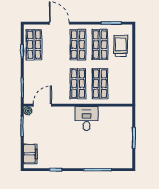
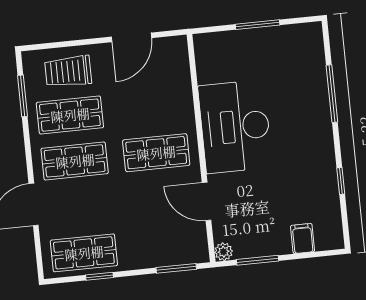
door: (134, 77) -> (131, 37), added
shop shelf: (100, 84) -> (152, 107), removed
door: (42, 105) -> (207, 201), moved
desk: (86, 119) -> (235, 127), width x1.87, depth x1.30
filing cabinet: (30, 154) -> (303, 239), width x0.50

